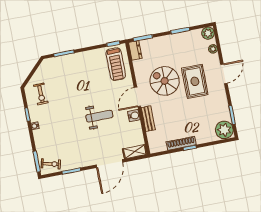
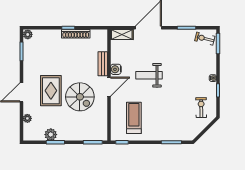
plant: (208, 33) -> (51, 135), moved
dresser: (135, 50) -> (102, 132), removed
treadmill: (116, 64) -> (134, 118), moved
plant: (224, 130) -> (28, 34), width x0.53, depth x0.53

